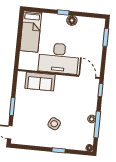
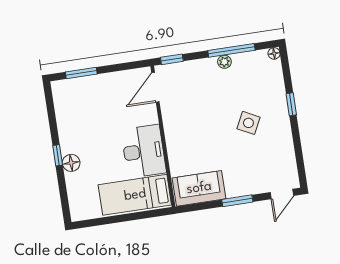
floor lamp: (72, 20) -> (71, 163), moved
bed: (31, 31) -> (135, 195), moved, turned 180
desk: (59, 58) -> (144, 151), width x0.73, depth x0.77
sofa: (40, 82) -> (199, 188), moved, turned -90

